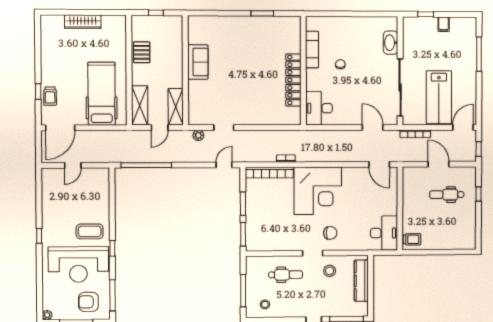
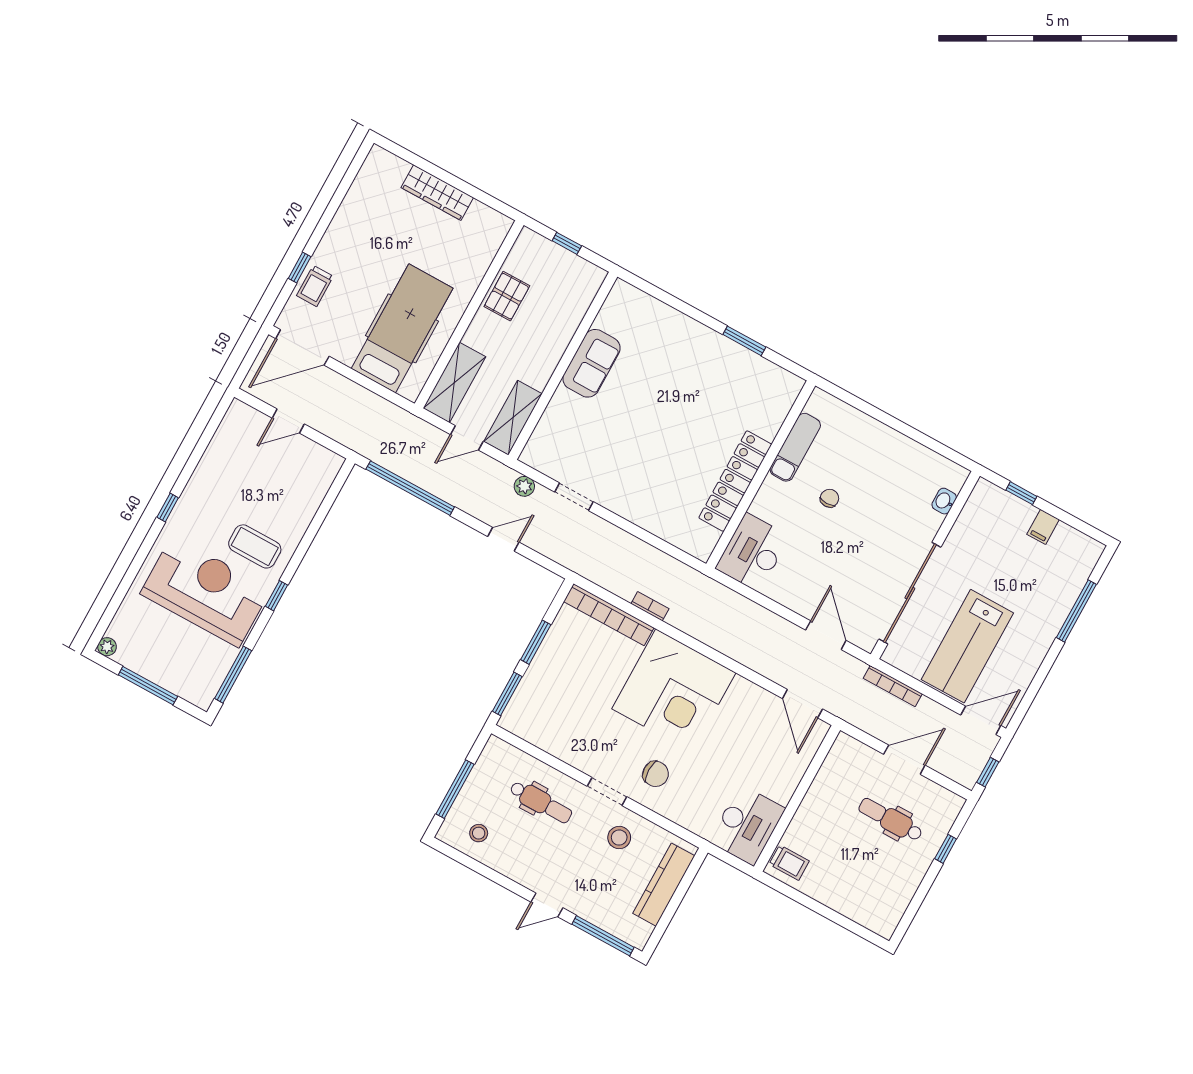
washbasin: (391, 43) -> (944, 501), width x0.52, depth x0.69
door: (438, 164) -> (904, 760), hinge flipped
door: (224, 165) -> (503, 539), moved
reception desk: (78, 264) -> (206, 591), turned 180
armchair: (88, 302) -> (187, 663), removed

